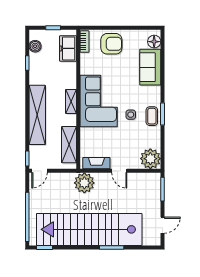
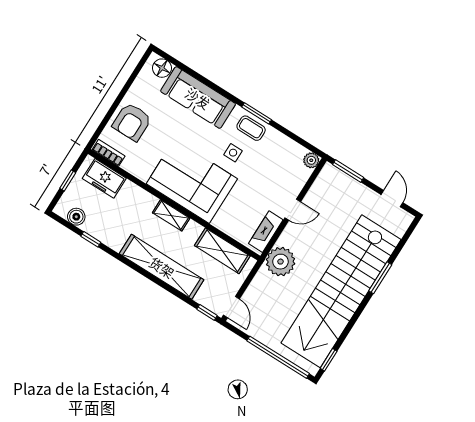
armchair: (111, 44) -> (132, 122), turned 180
sofa: (150, 67) -> (198, 98), width x1.36
plant: (150, 159) -> (311, 160), width x0.53, depth x0.53

